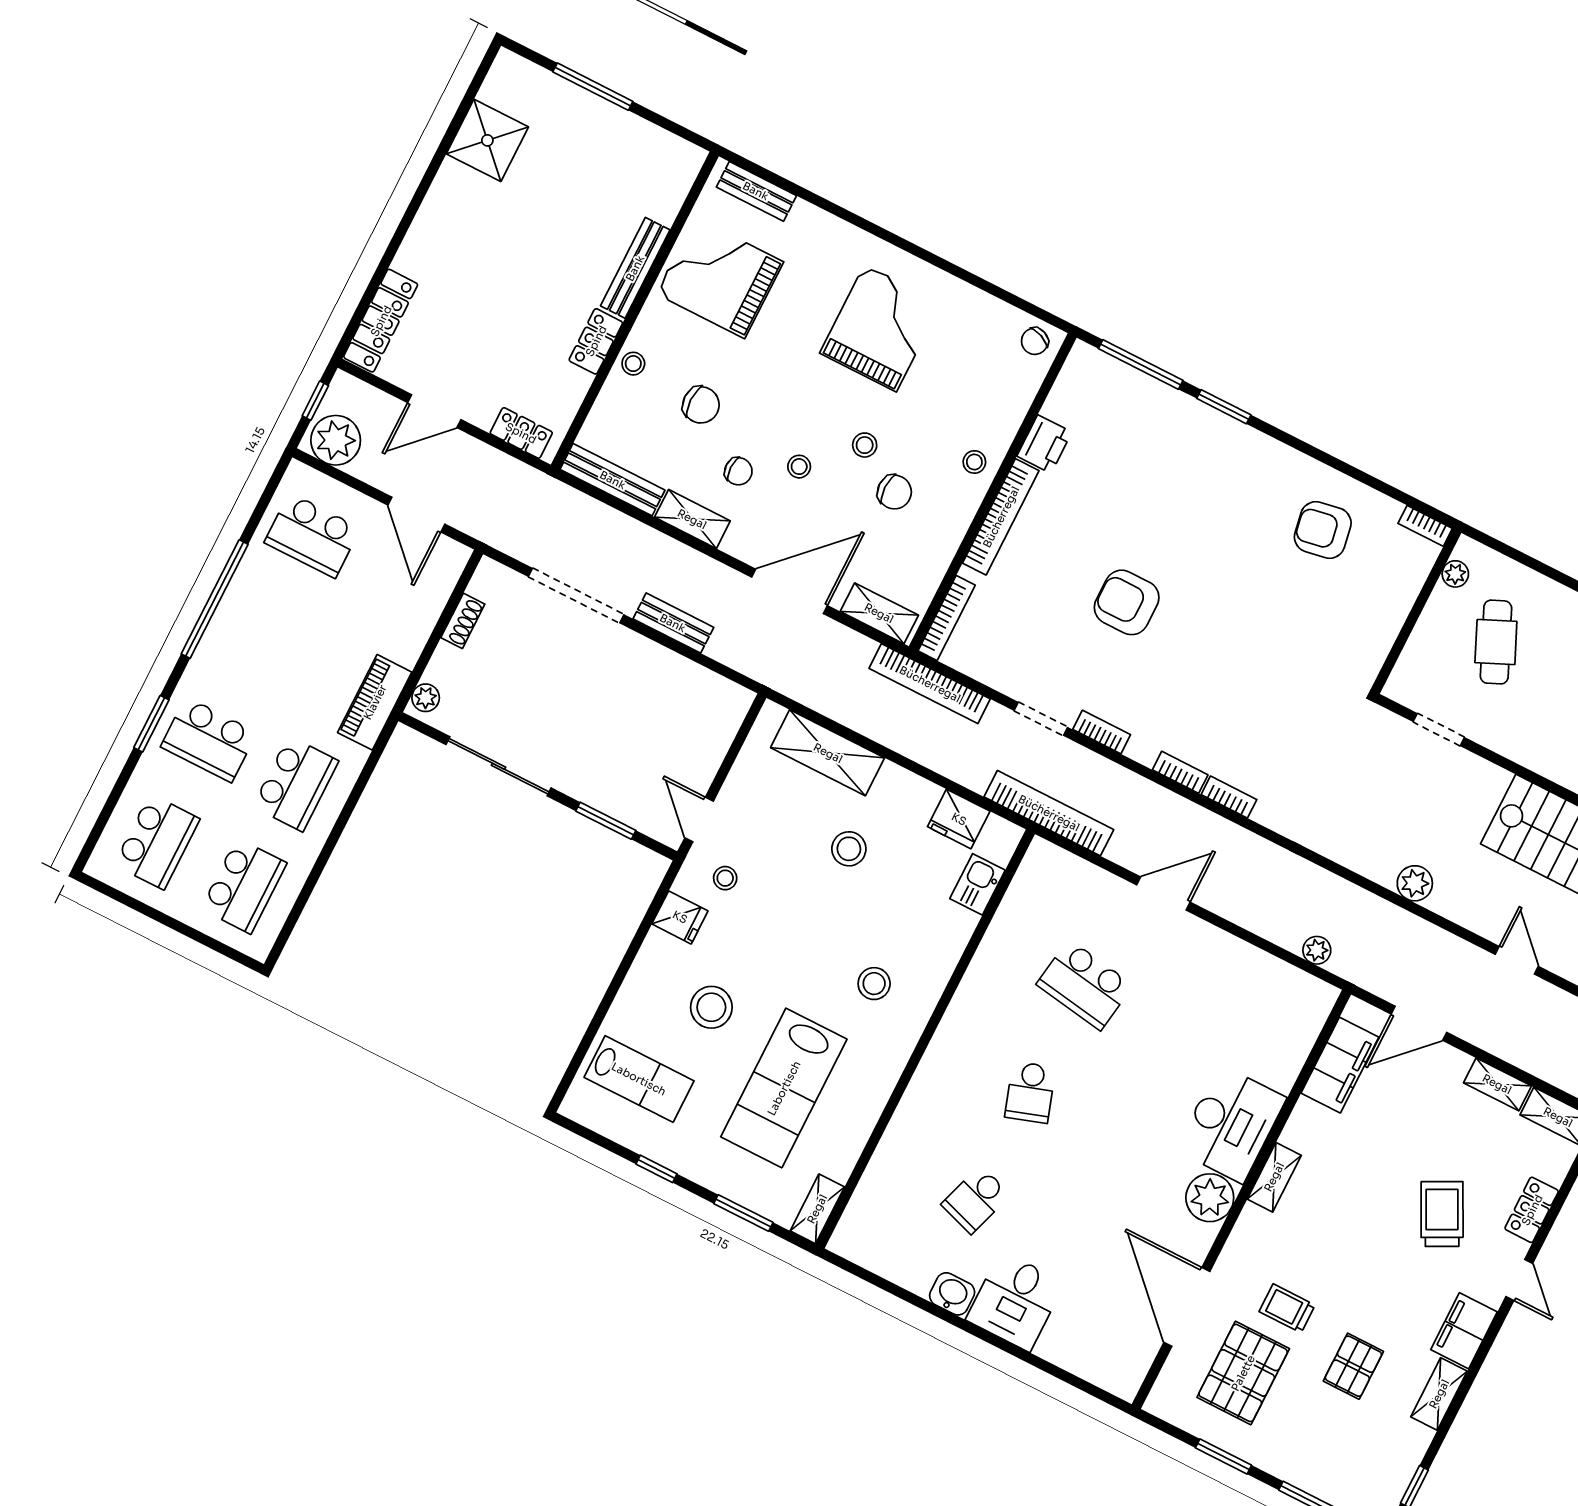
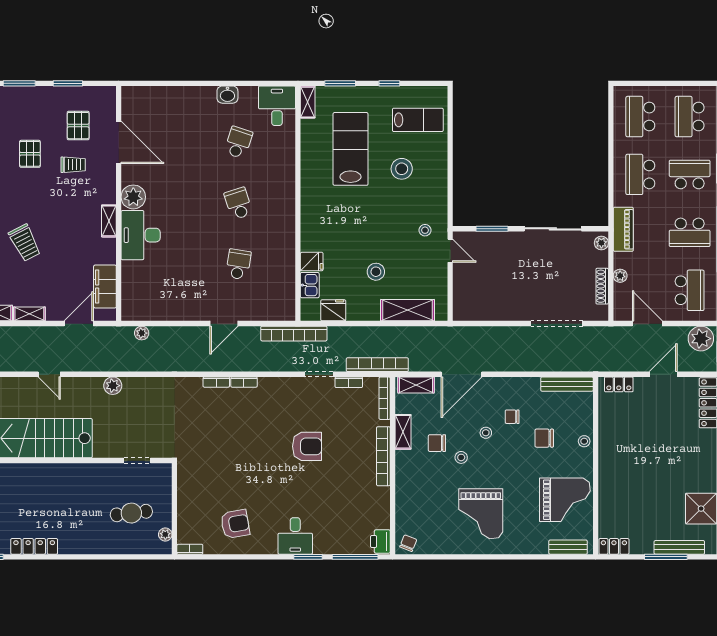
bench: (635, 268) -> (679, 547), moved, turned 90
locker: (596, 341) -> (614, 546), moved, turned -90
printer: (1044, 444) -> (380, 541), moved
desk: (1227, 455) -> (295, 536), added
stool: (974, 462) -> (408, 475), removed
shelving: (692, 519) -> (403, 432), moved, turned 90
school desk: (312, 535) -> (690, 290), turned 90
shoe rack: (463, 621) -> (602, 286), width x1.43
plant: (422, 623) -> (620, 276), added
bench: (673, 623) -> (507, 333), removed
school desk: (261, 638) -> (690, 232), added
cafe table: (1496, 642) -> (131, 513), turned -73
bookcase: (1102, 732) -> (349, 382), moved
fridge: (680, 917) -> (312, 262), moved, turned 180
stool: (874, 984) -> (334, 217), removed
school desk: (1085, 985) -> (238, 264), width x0.54
lab bench: (639, 1079) -> (418, 120), turned 180
desk: (1015, 1301) -> (277, 106), moved
pallet: (1243, 1373) -> (78, 126), width x0.67, depth x0.71

